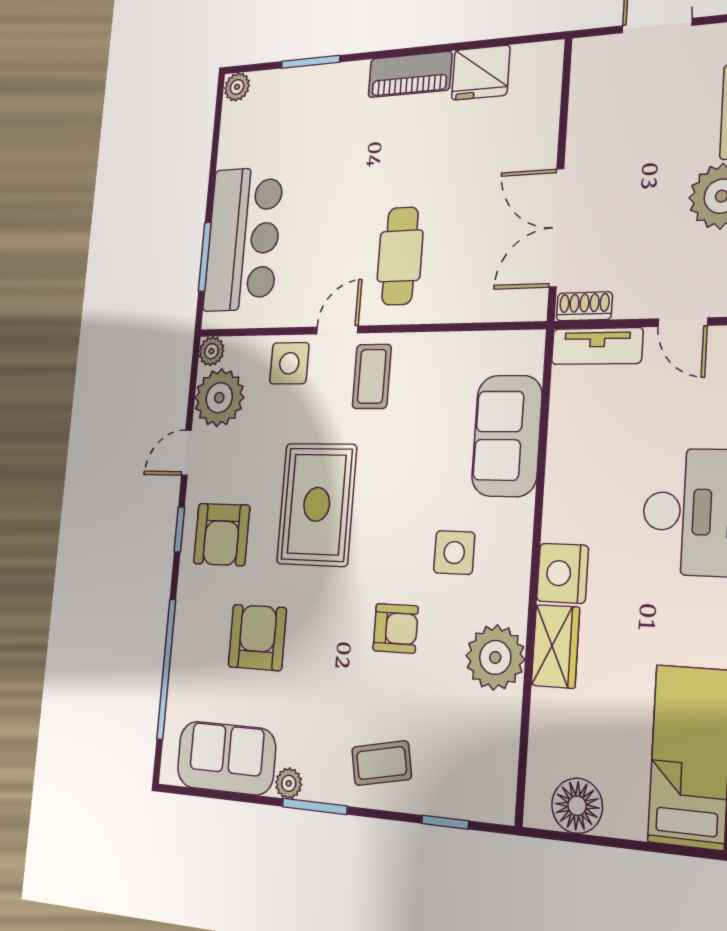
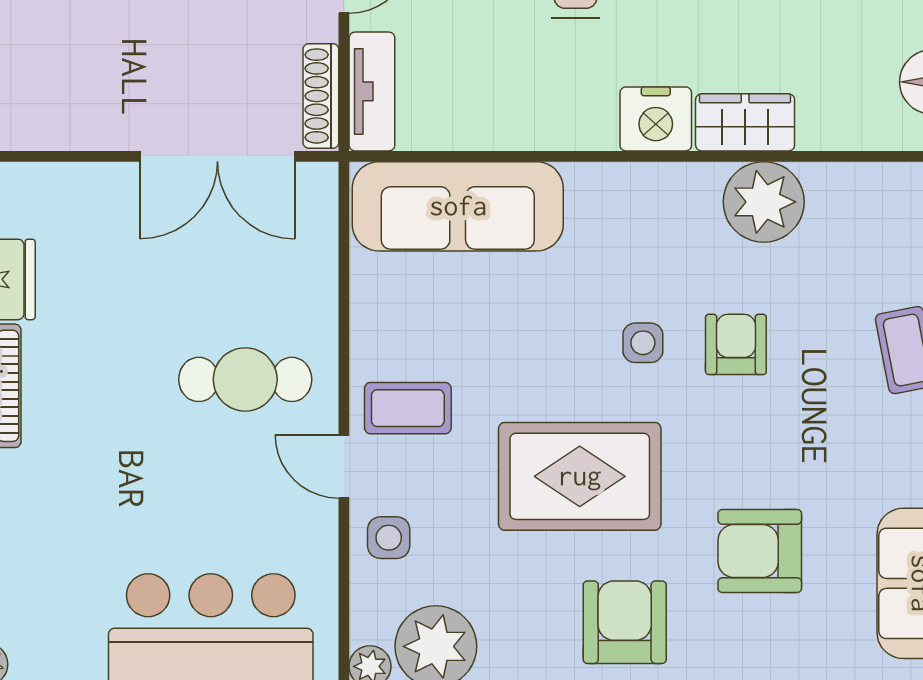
shoe rack: (584, 306) -> (321, 96), width x1.43
side table: (289, 363) -> (389, 538), width x0.73, depth x0.73
sofa: (507, 436) -> (458, 206), width x1.36
armchair: (222, 534) -> (625, 622), turned -90
side table: (454, 553) -> (643, 343), moved, width x0.73, depth x0.73

